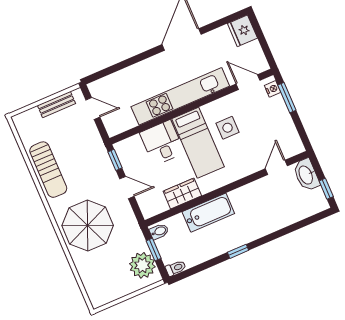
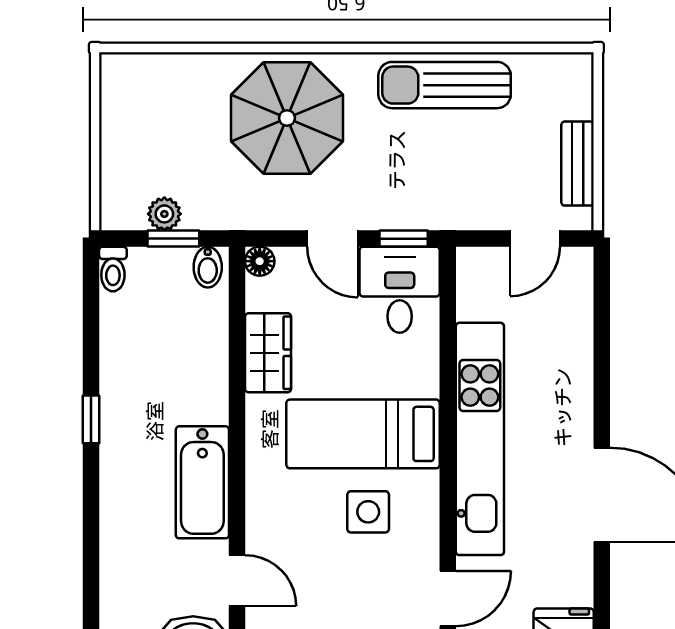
desk: (162, 143) -> (400, 290), moved, turned -90
door: (127, 188) -> (332, 239), hinge flipped
floor lamp: (148, 212) -> (260, 261), added
bathtub: (208, 213) -> (202, 482), moved
plant: (142, 265) -> (164, 214), width x0.53, depth x0.53

